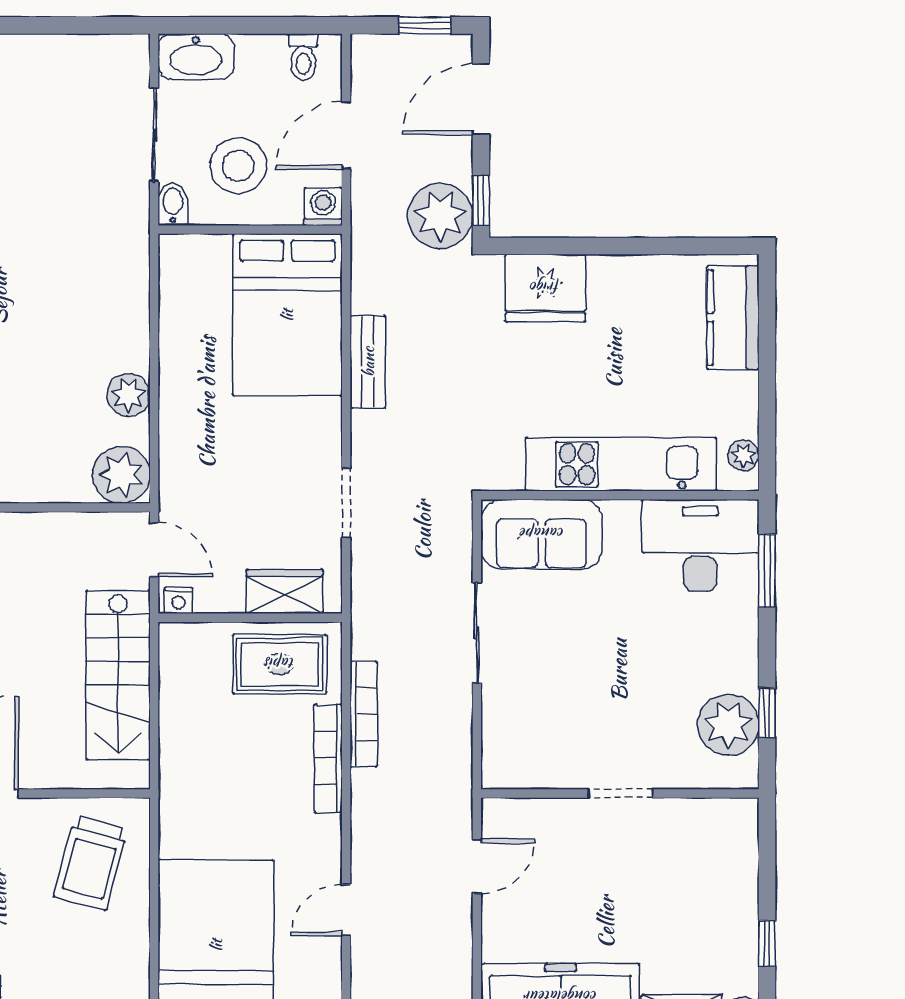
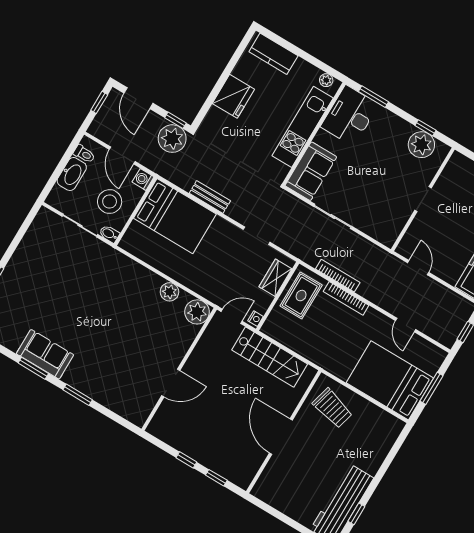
washbasin: (196, 57) -> (72, 174), moved
fridge: (545, 288) -> (233, 96), moved

